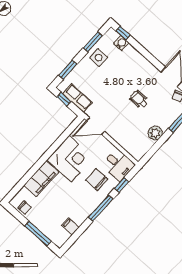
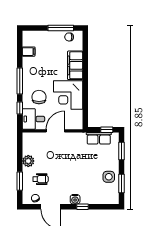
window: (123, 33) -> (83, 207), moved
water cooler: (121, 43) -> (75, 199), moved
wheelchair: (139, 99) -> (40, 179), moved
door: (96, 126) -> (55, 131), moved
chair: (97, 180) -> (39, 97), turned -90
window: (38, 234) -> (61, 28), moved

